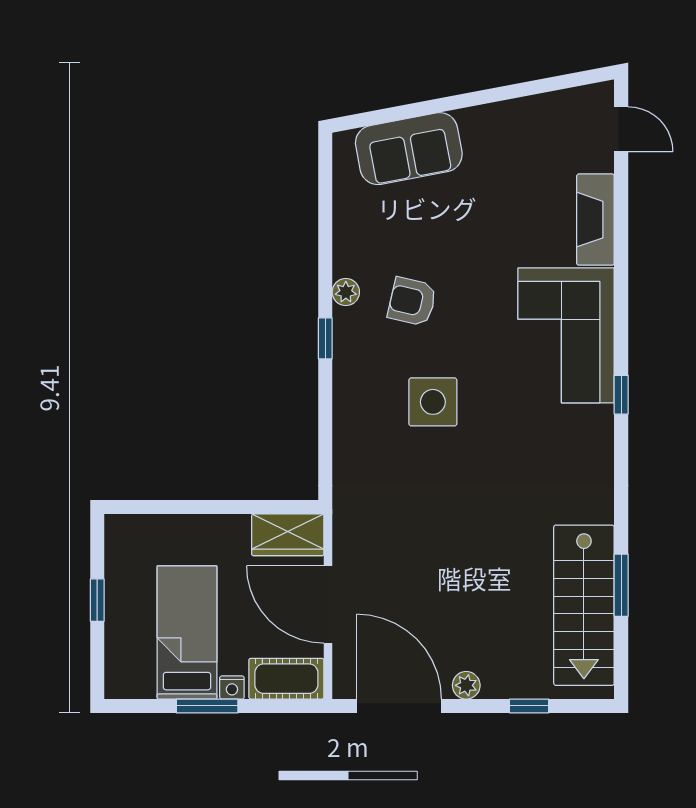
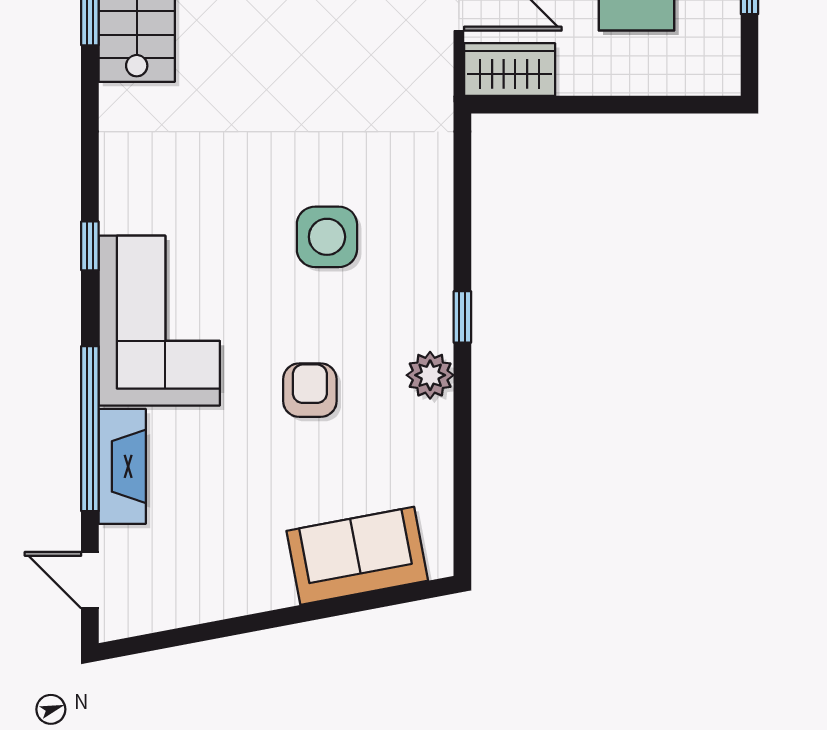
window: (621, 250) -> (90, 429), added
plant: (346, 292) -> (430, 375), width x1.38, depth x1.38
armchair: (412, 302) -> (310, 390), moved, turned -103

